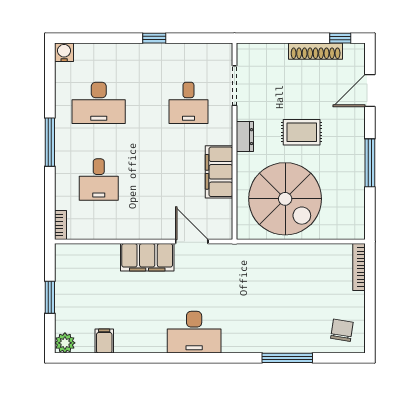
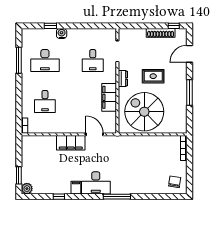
window: (154, 38) -> (50, 26), moved
water cooler: (64, 52) -> (62, 34), moved
window: (50, 142) -> (19, 60), moved
spiral stairs: (285, 199) -> (144, 112), turned 180
window: (50, 297) -> (19, 175), moved
filing cabinet: (104, 341) -> (76, 188), moved
window: (125, 358) -> (59, 197), added
window: (287, 358) -> (117, 197), moved

